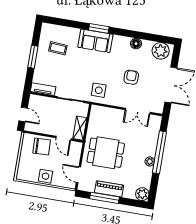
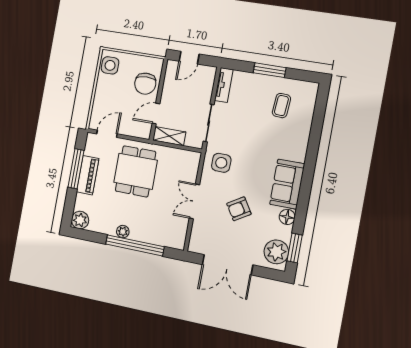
window: (99, 28) -> (295, 248), moved
sofa: (95, 41) -> (287, 184), moved
armchair: (131, 77) -> (239, 209), turned 148
double door: (138, 111) -> (194, 201), moved
side table: (46, 176) -> (110, 65), moved

